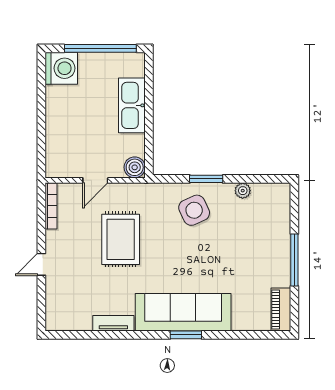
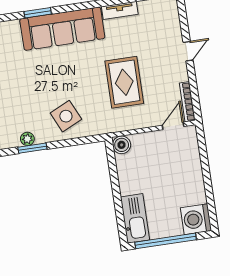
kitchen sink: (132, 105) -> (135, 218), moved
window: (206, 179) -> (32, 148), moved
door: (95, 180) -> (173, 126), moved
window: (186, 335) -> (38, 13), moved

